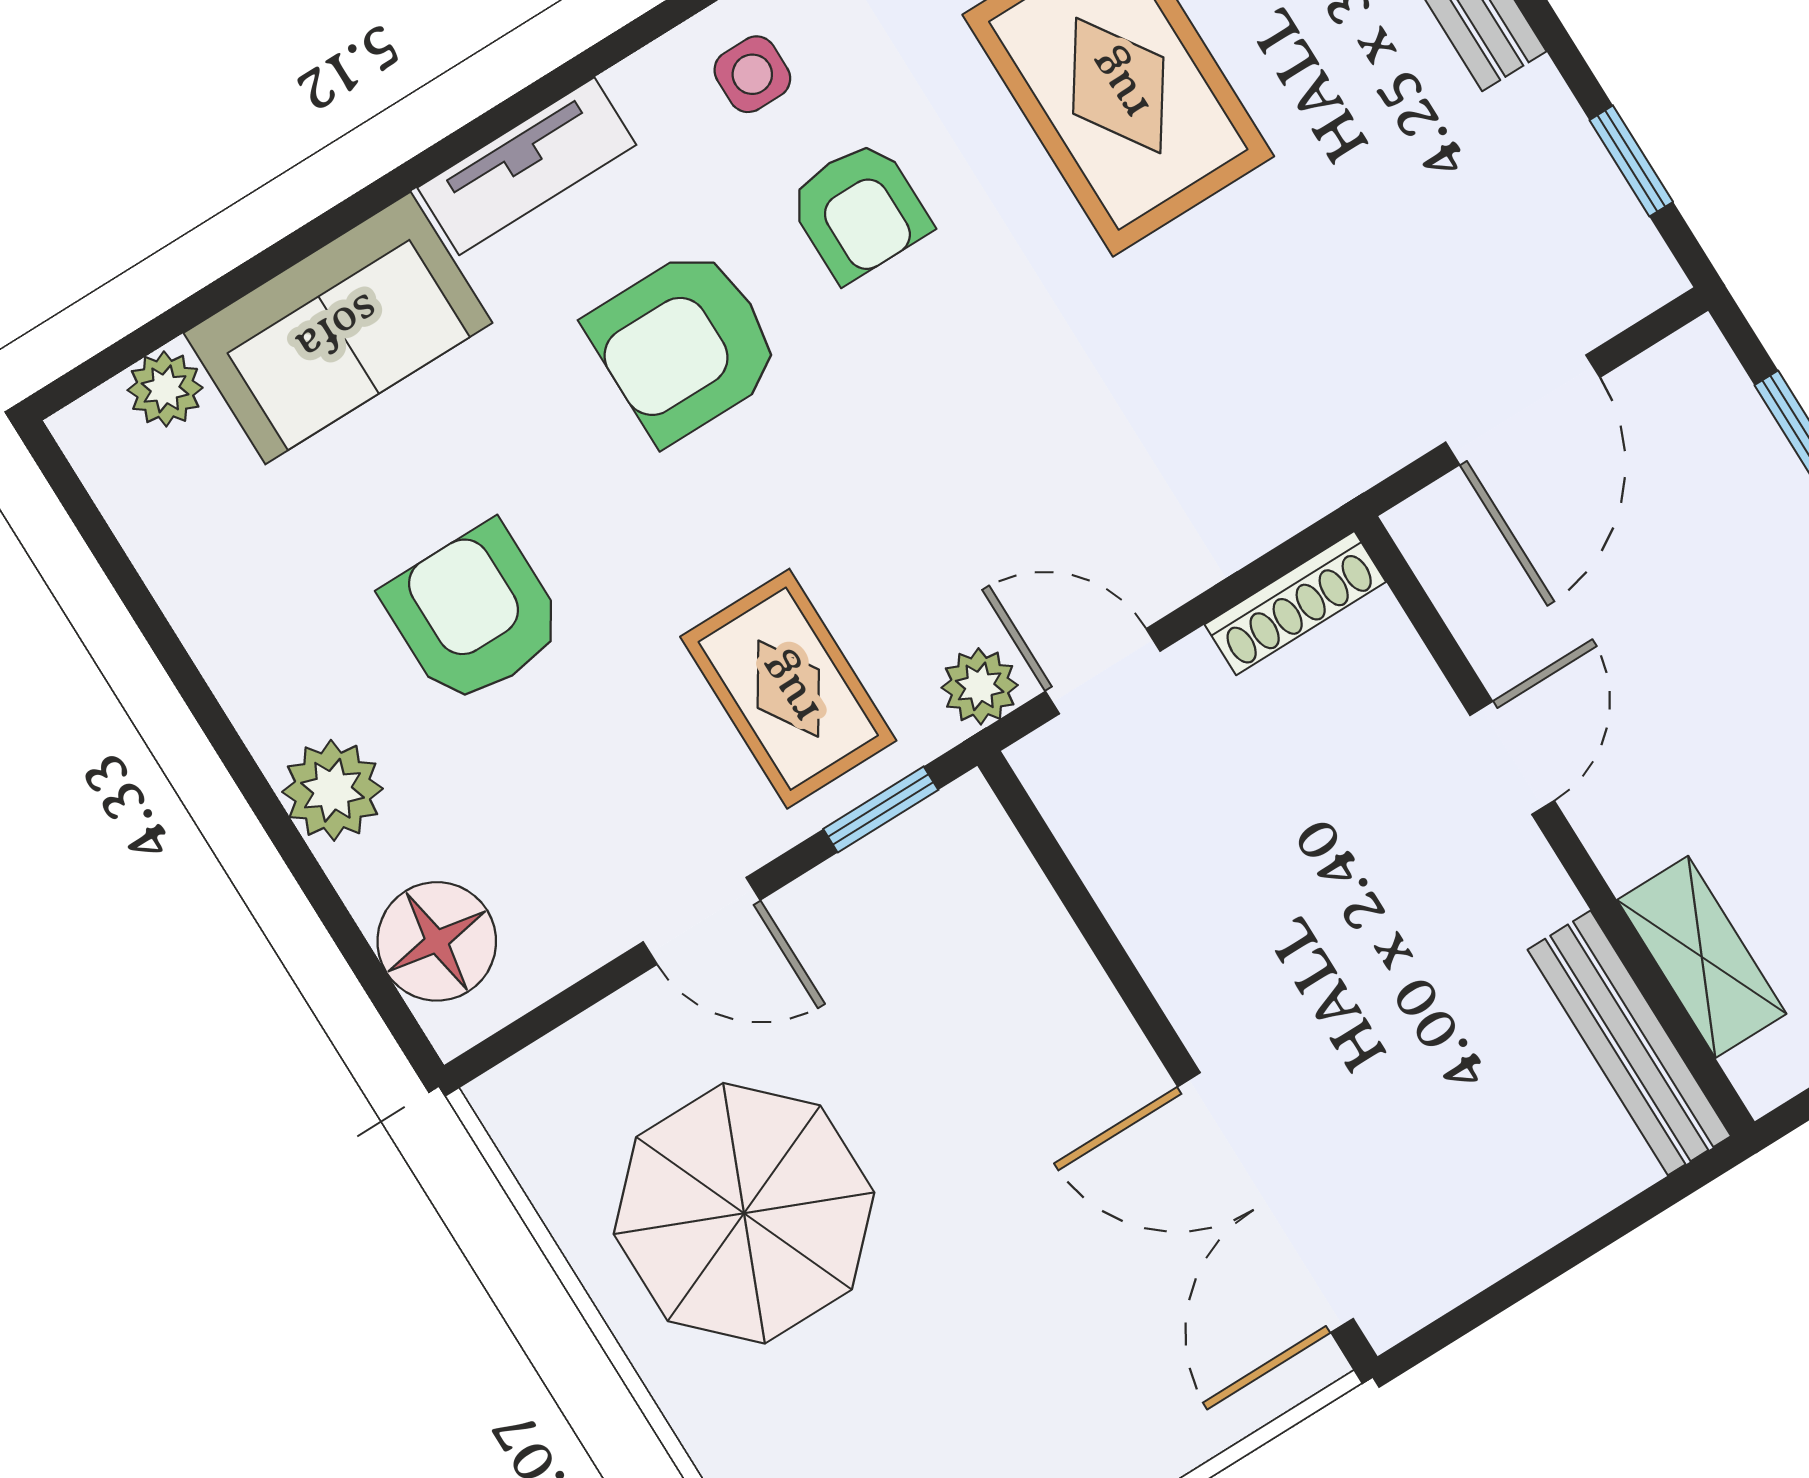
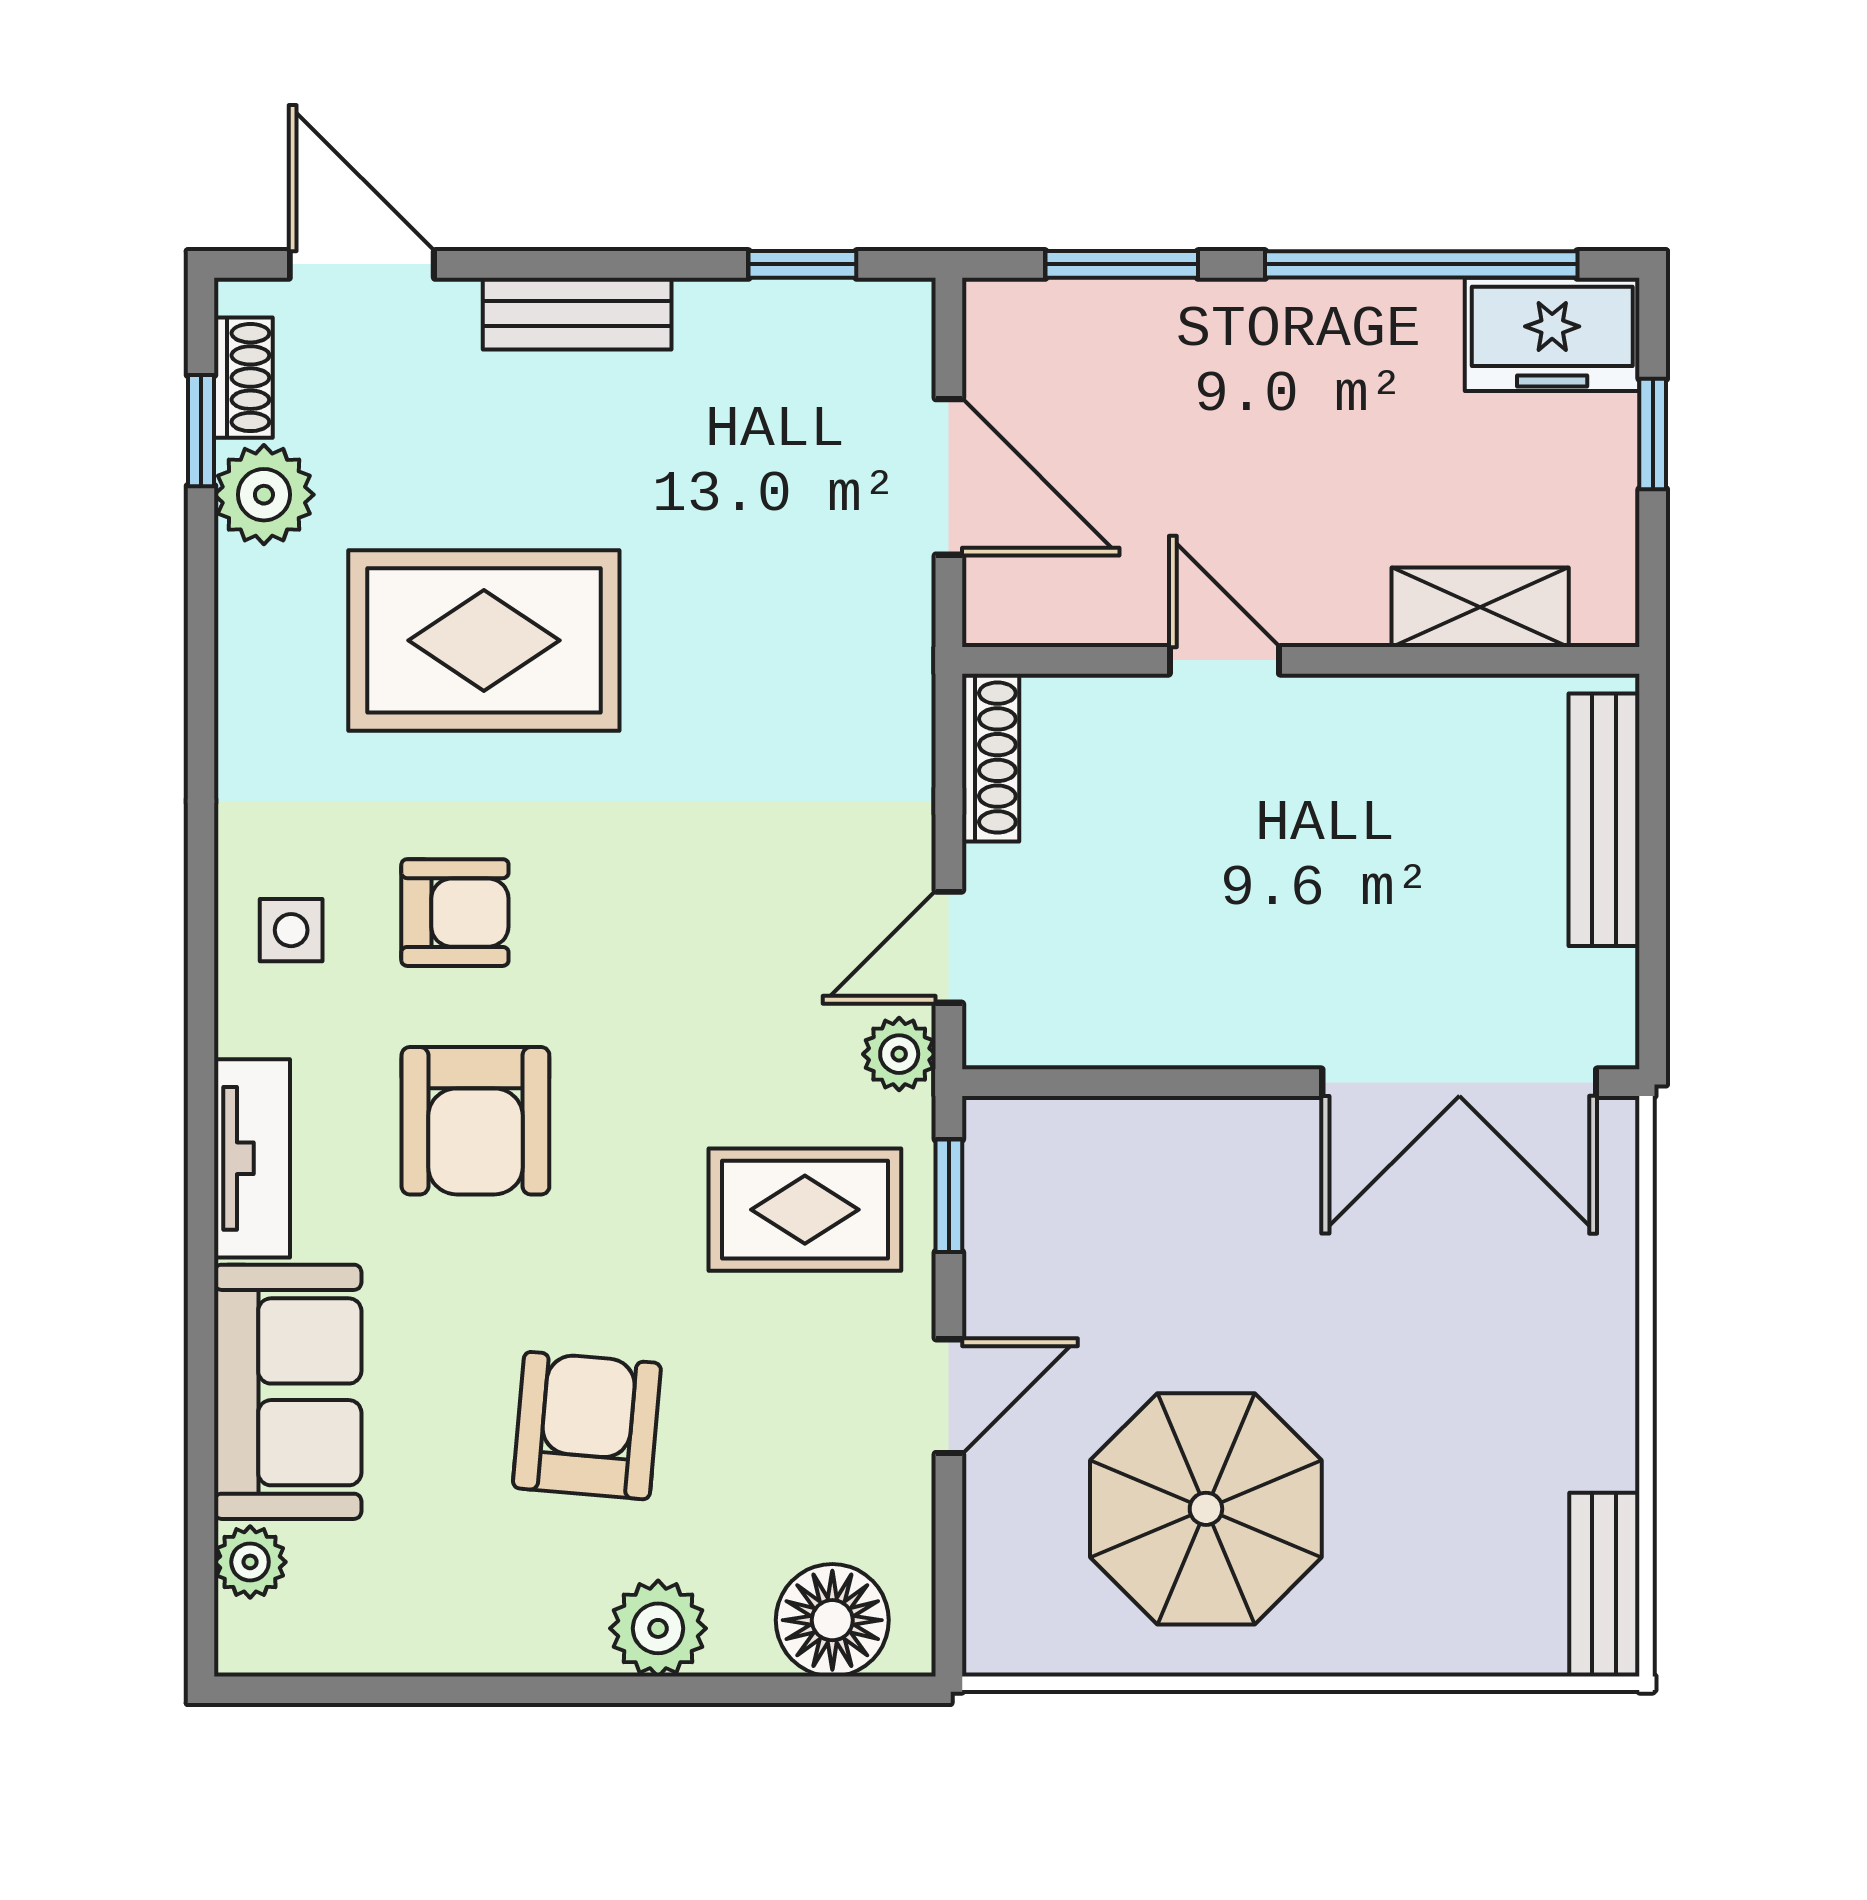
armchair: (474, 614) -> (587, 1426), turned 95
bench: (1629, 1043) -> (1604, 820), moved, turned 90

